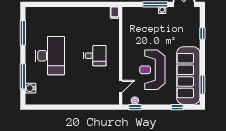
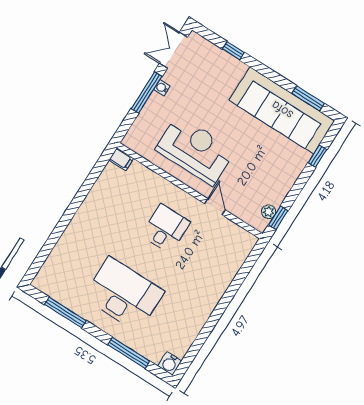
reception desk: (152, 70) -> (195, 150), moved, turned 180
door: (121, 86) -> (215, 207), moved
water cooler: (31, 88) -> (170, 363), moved

